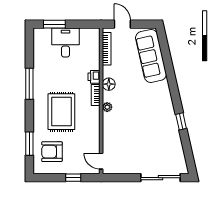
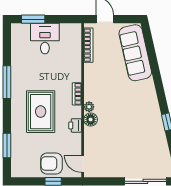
printer: (94, 77) -> (75, 125), moved
floor lamp: (109, 84) -> (91, 120), moved
armchair: (52, 152) -> (51, 163), moved

